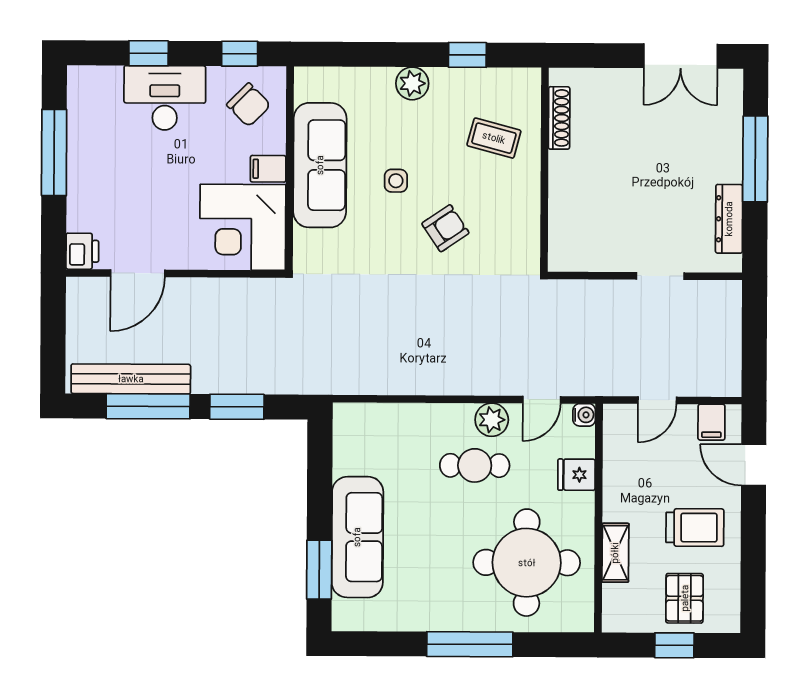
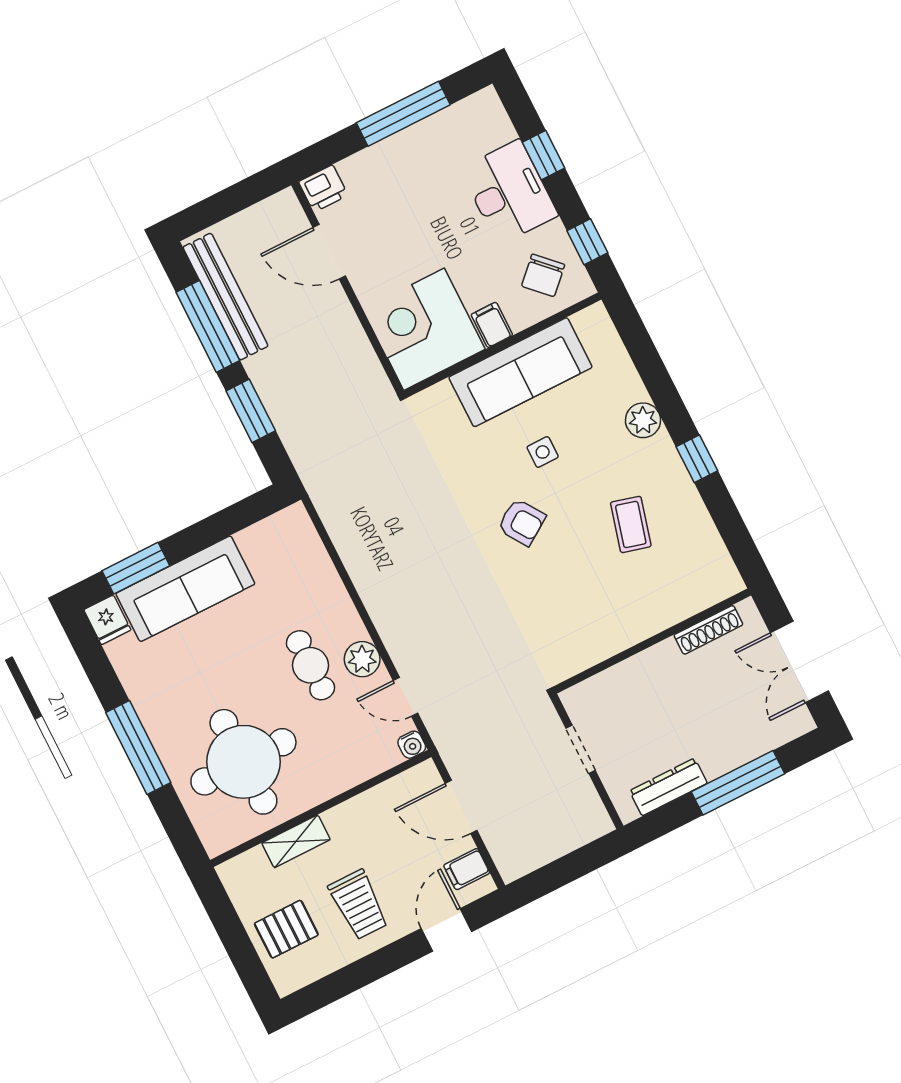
shoe rack: (559, 118) -> (708, 630), moved
wall: (544, 170) -> (652, 641), moved
door: (657, 400) -> (461, 807), width x1.37
fridge: (576, 475) -> (107, 620), moved, turned 180
window: (674, 645) -> (237, 942), removed

